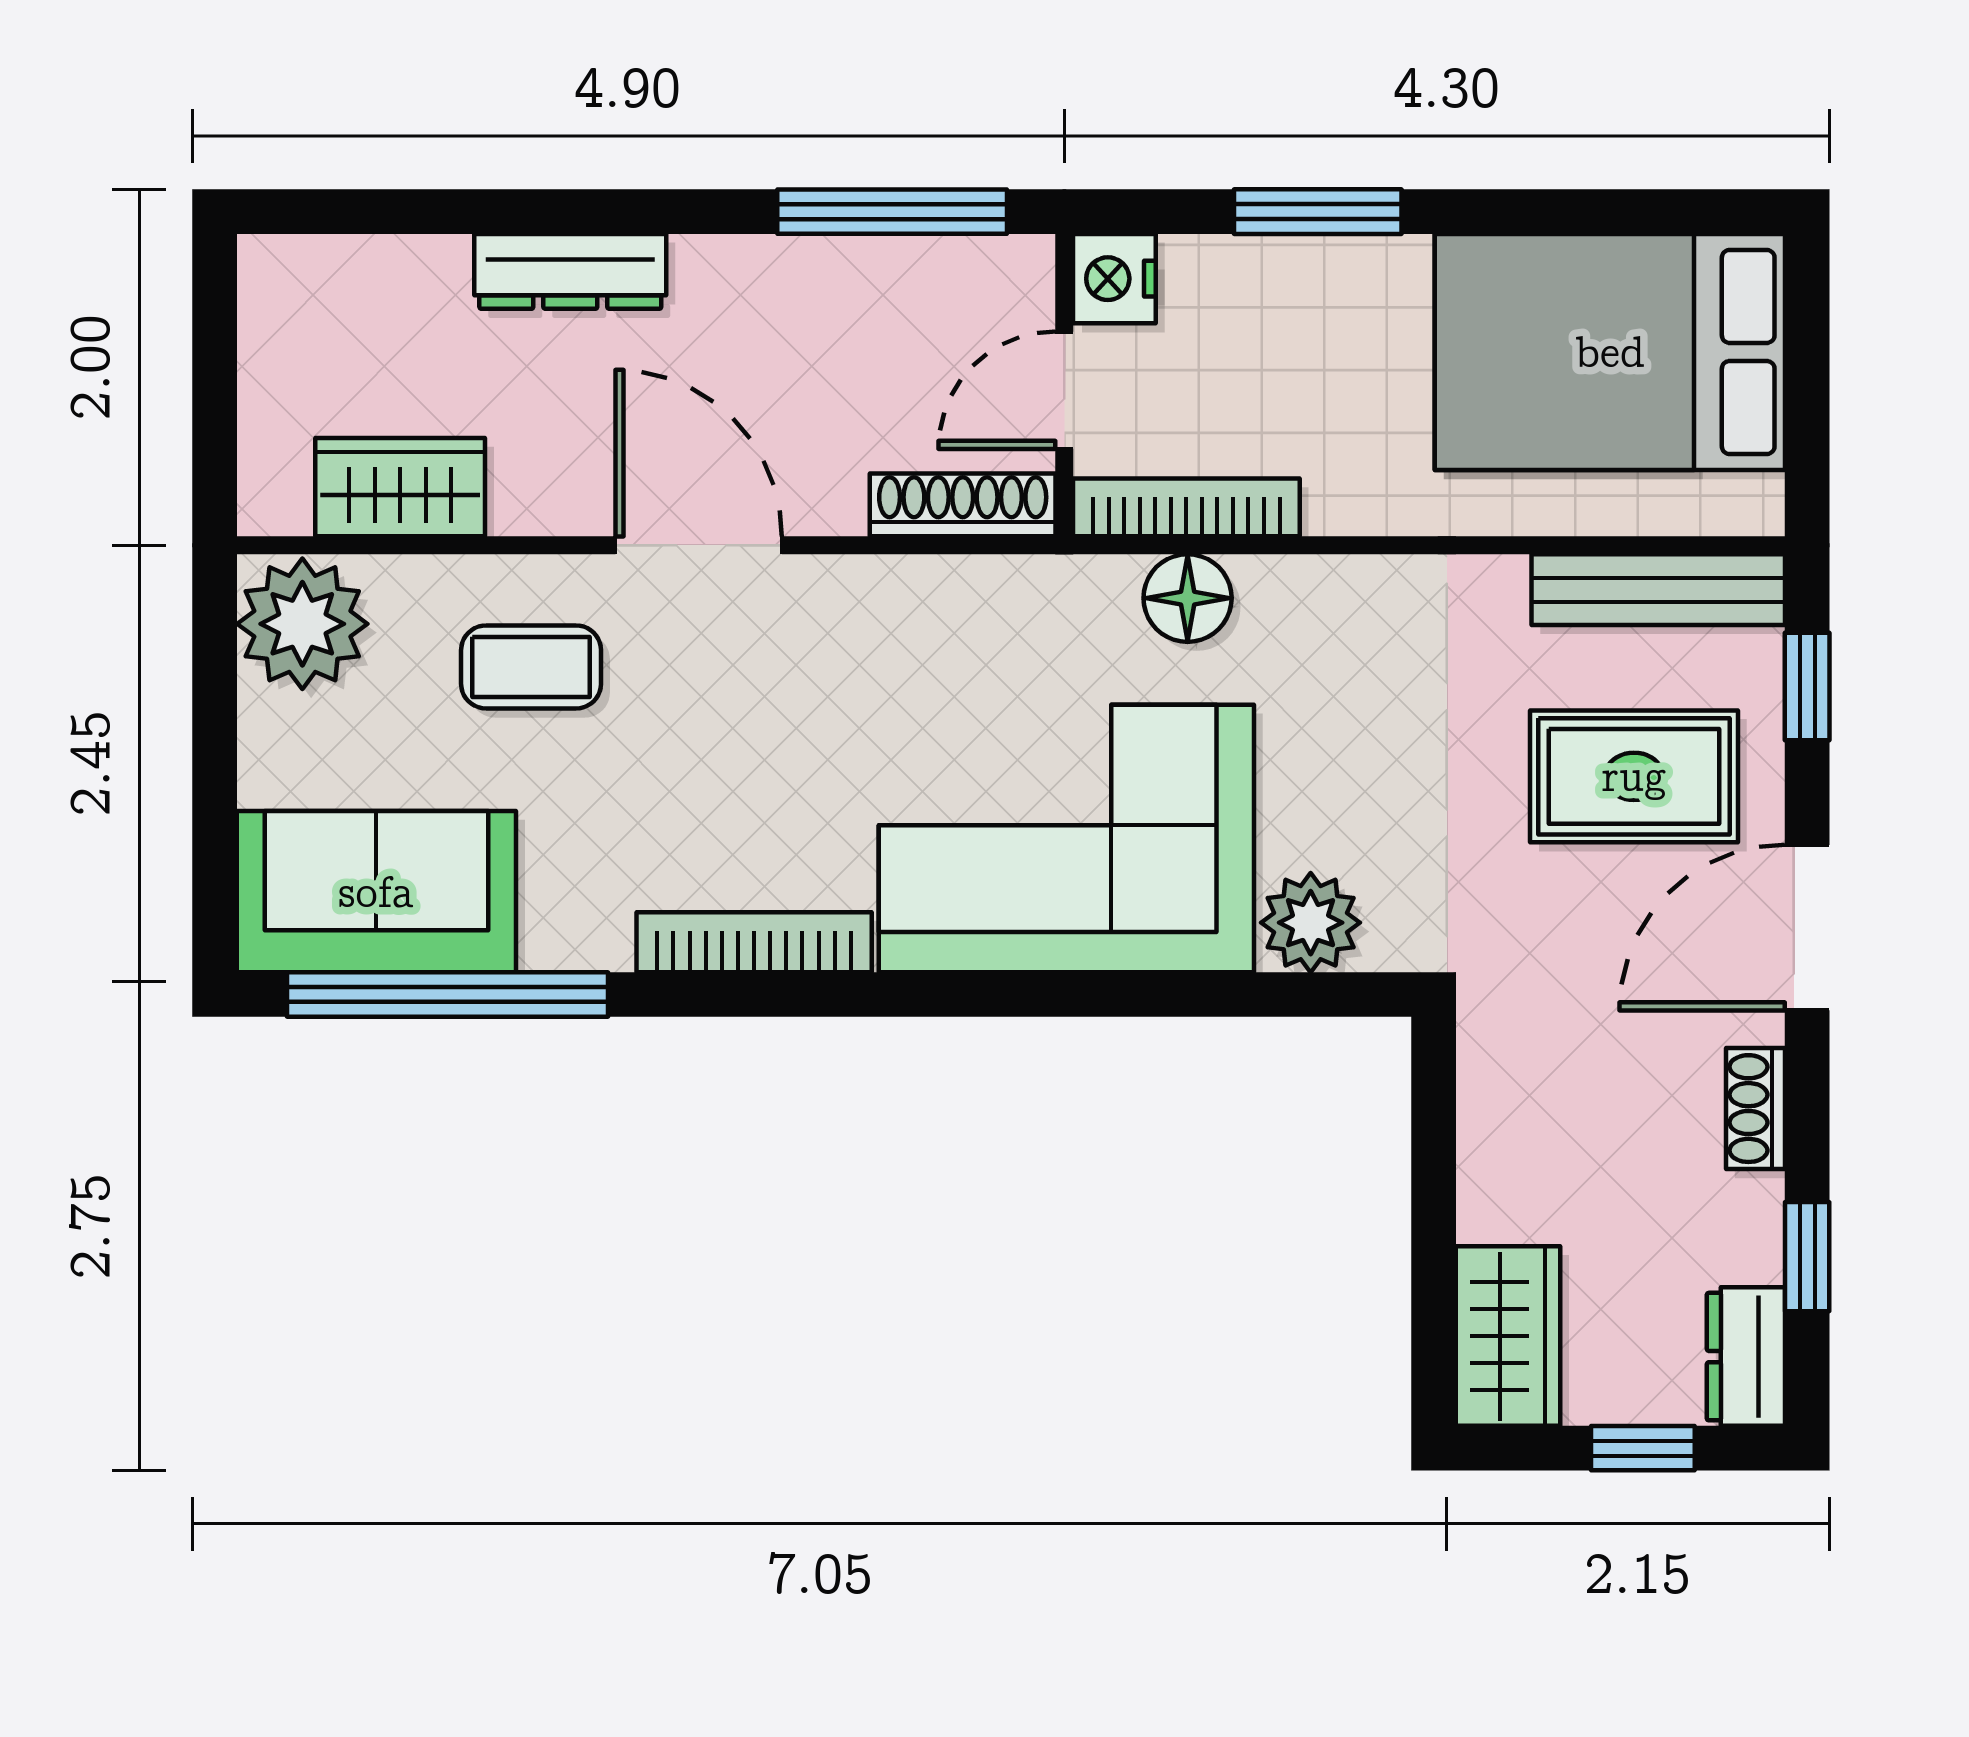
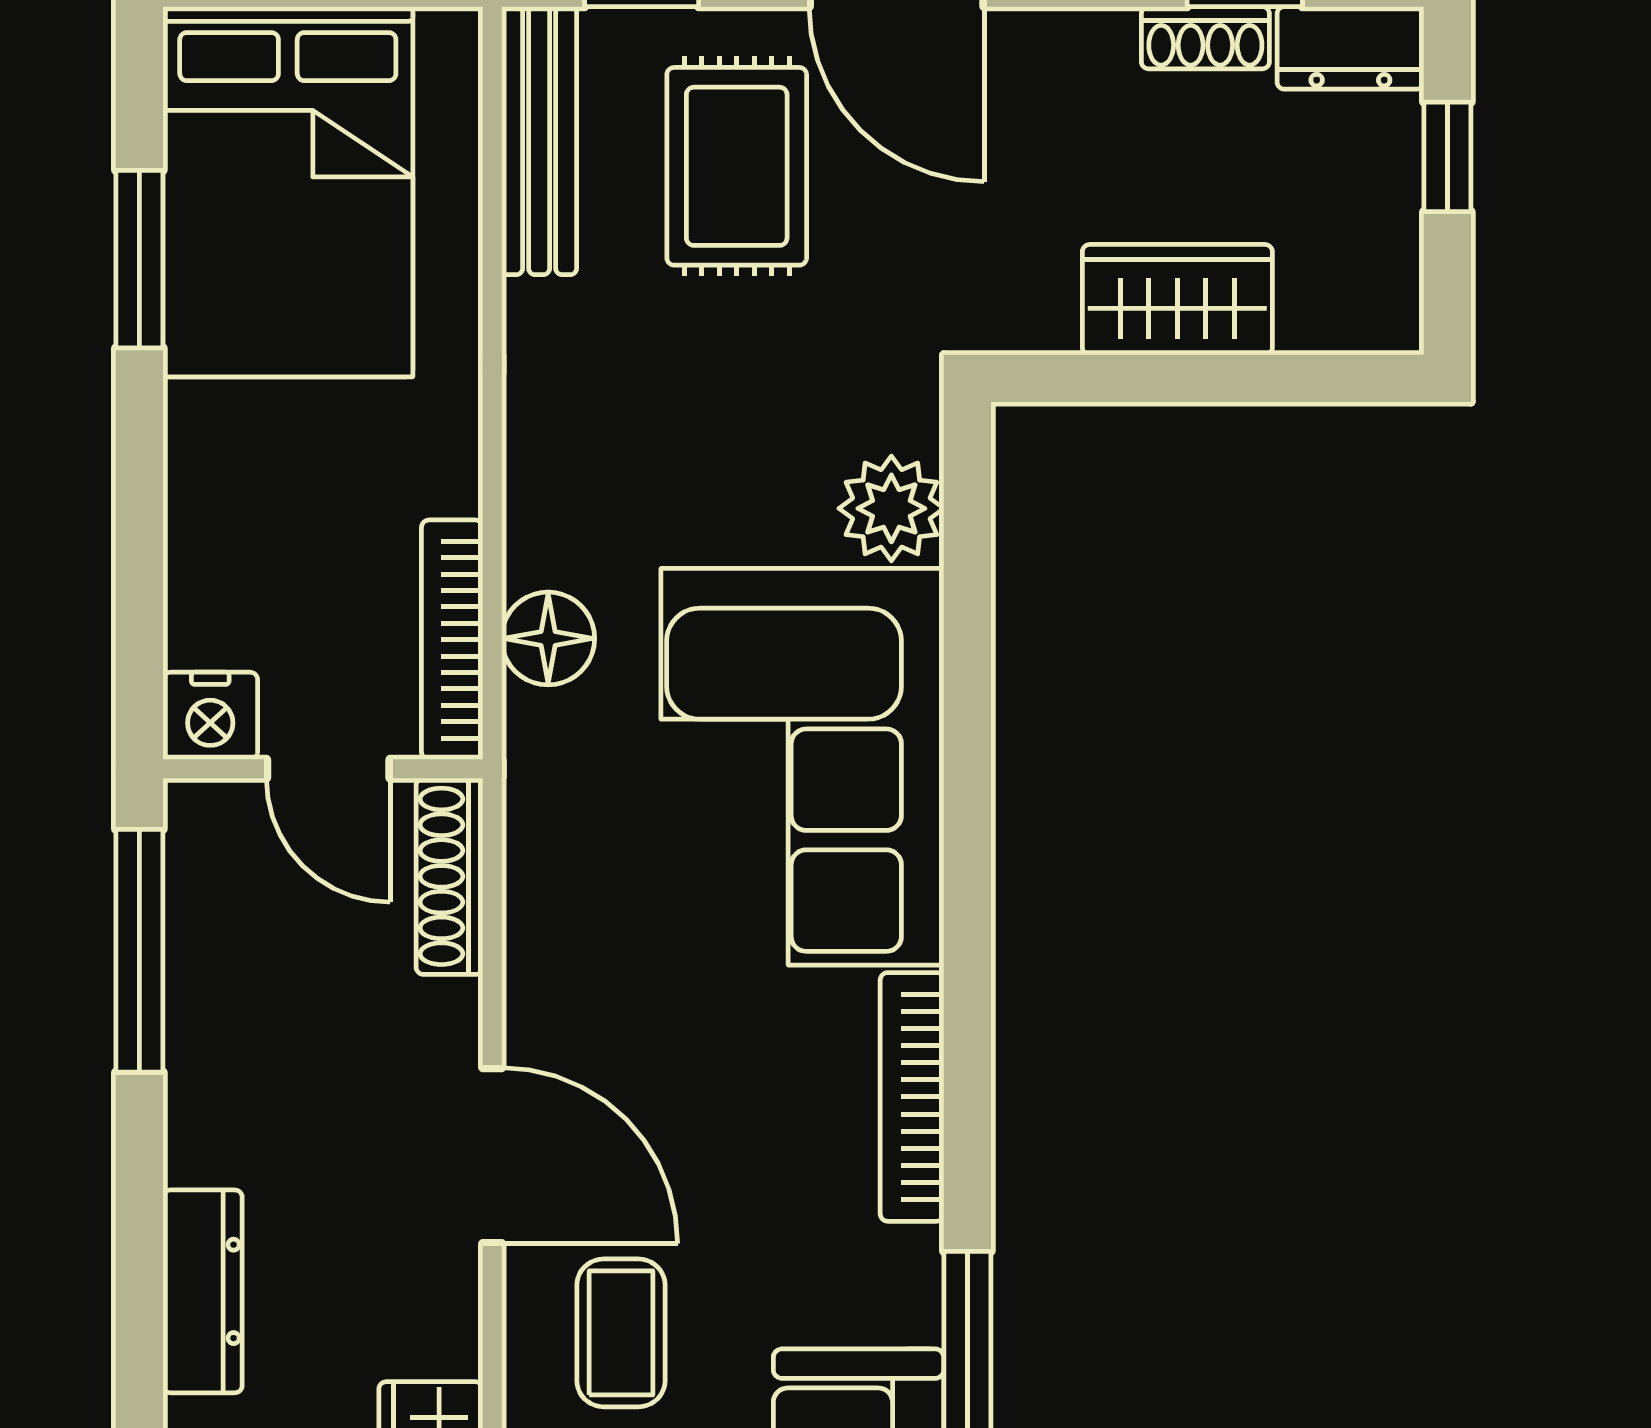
window: (1318, 212) -> (139, 259), moved
door: (699, 545) -> (492, 1156), swing flipped
shoe rack: (1756, 1109) -> (1205, 38), moved
wardrobe: (1508, 1336) -> (1177, 300), moved

